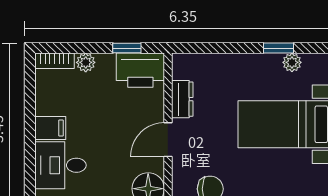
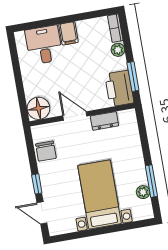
window: (127, 48) -> (133, 76), width x1.50
window: (279, 48) -> (151, 181), width x1.50

